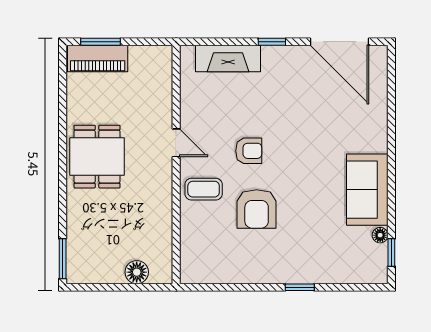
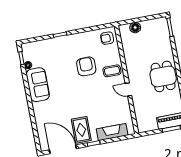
rug: (293, 76) -> (81, 130), added
armchair: (249, 151) -> (107, 38), moved

